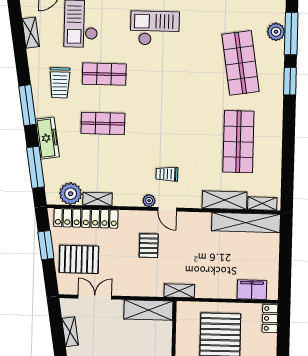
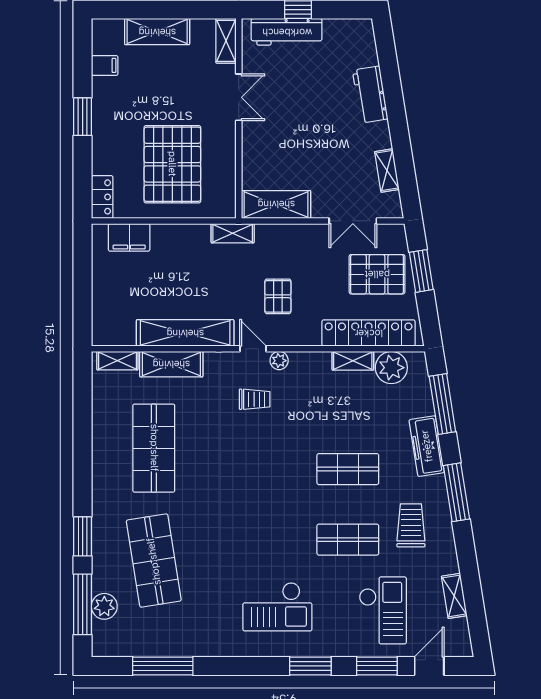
shelving: (246, 223) -> (185, 333), moved
window: (46, 245) -> (421, 271), moved

